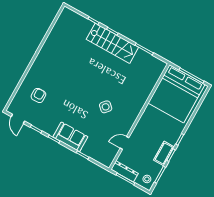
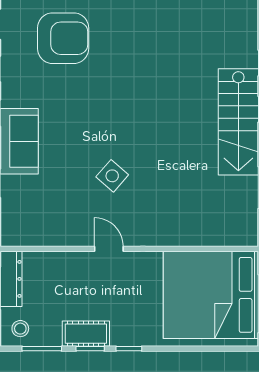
armchair: (38, 95) -> (63, 38), width x1.88, depth x1.88
door: (125, 143) -> (109, 249), moved

